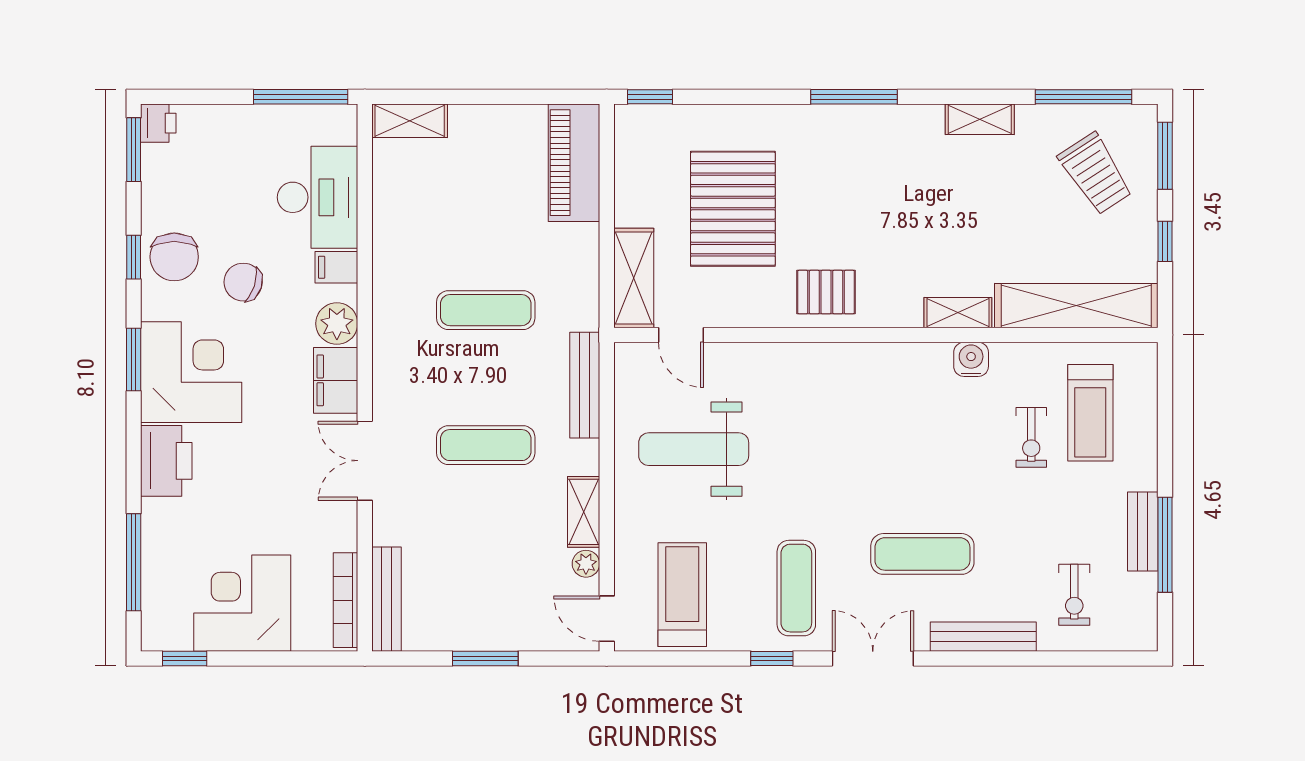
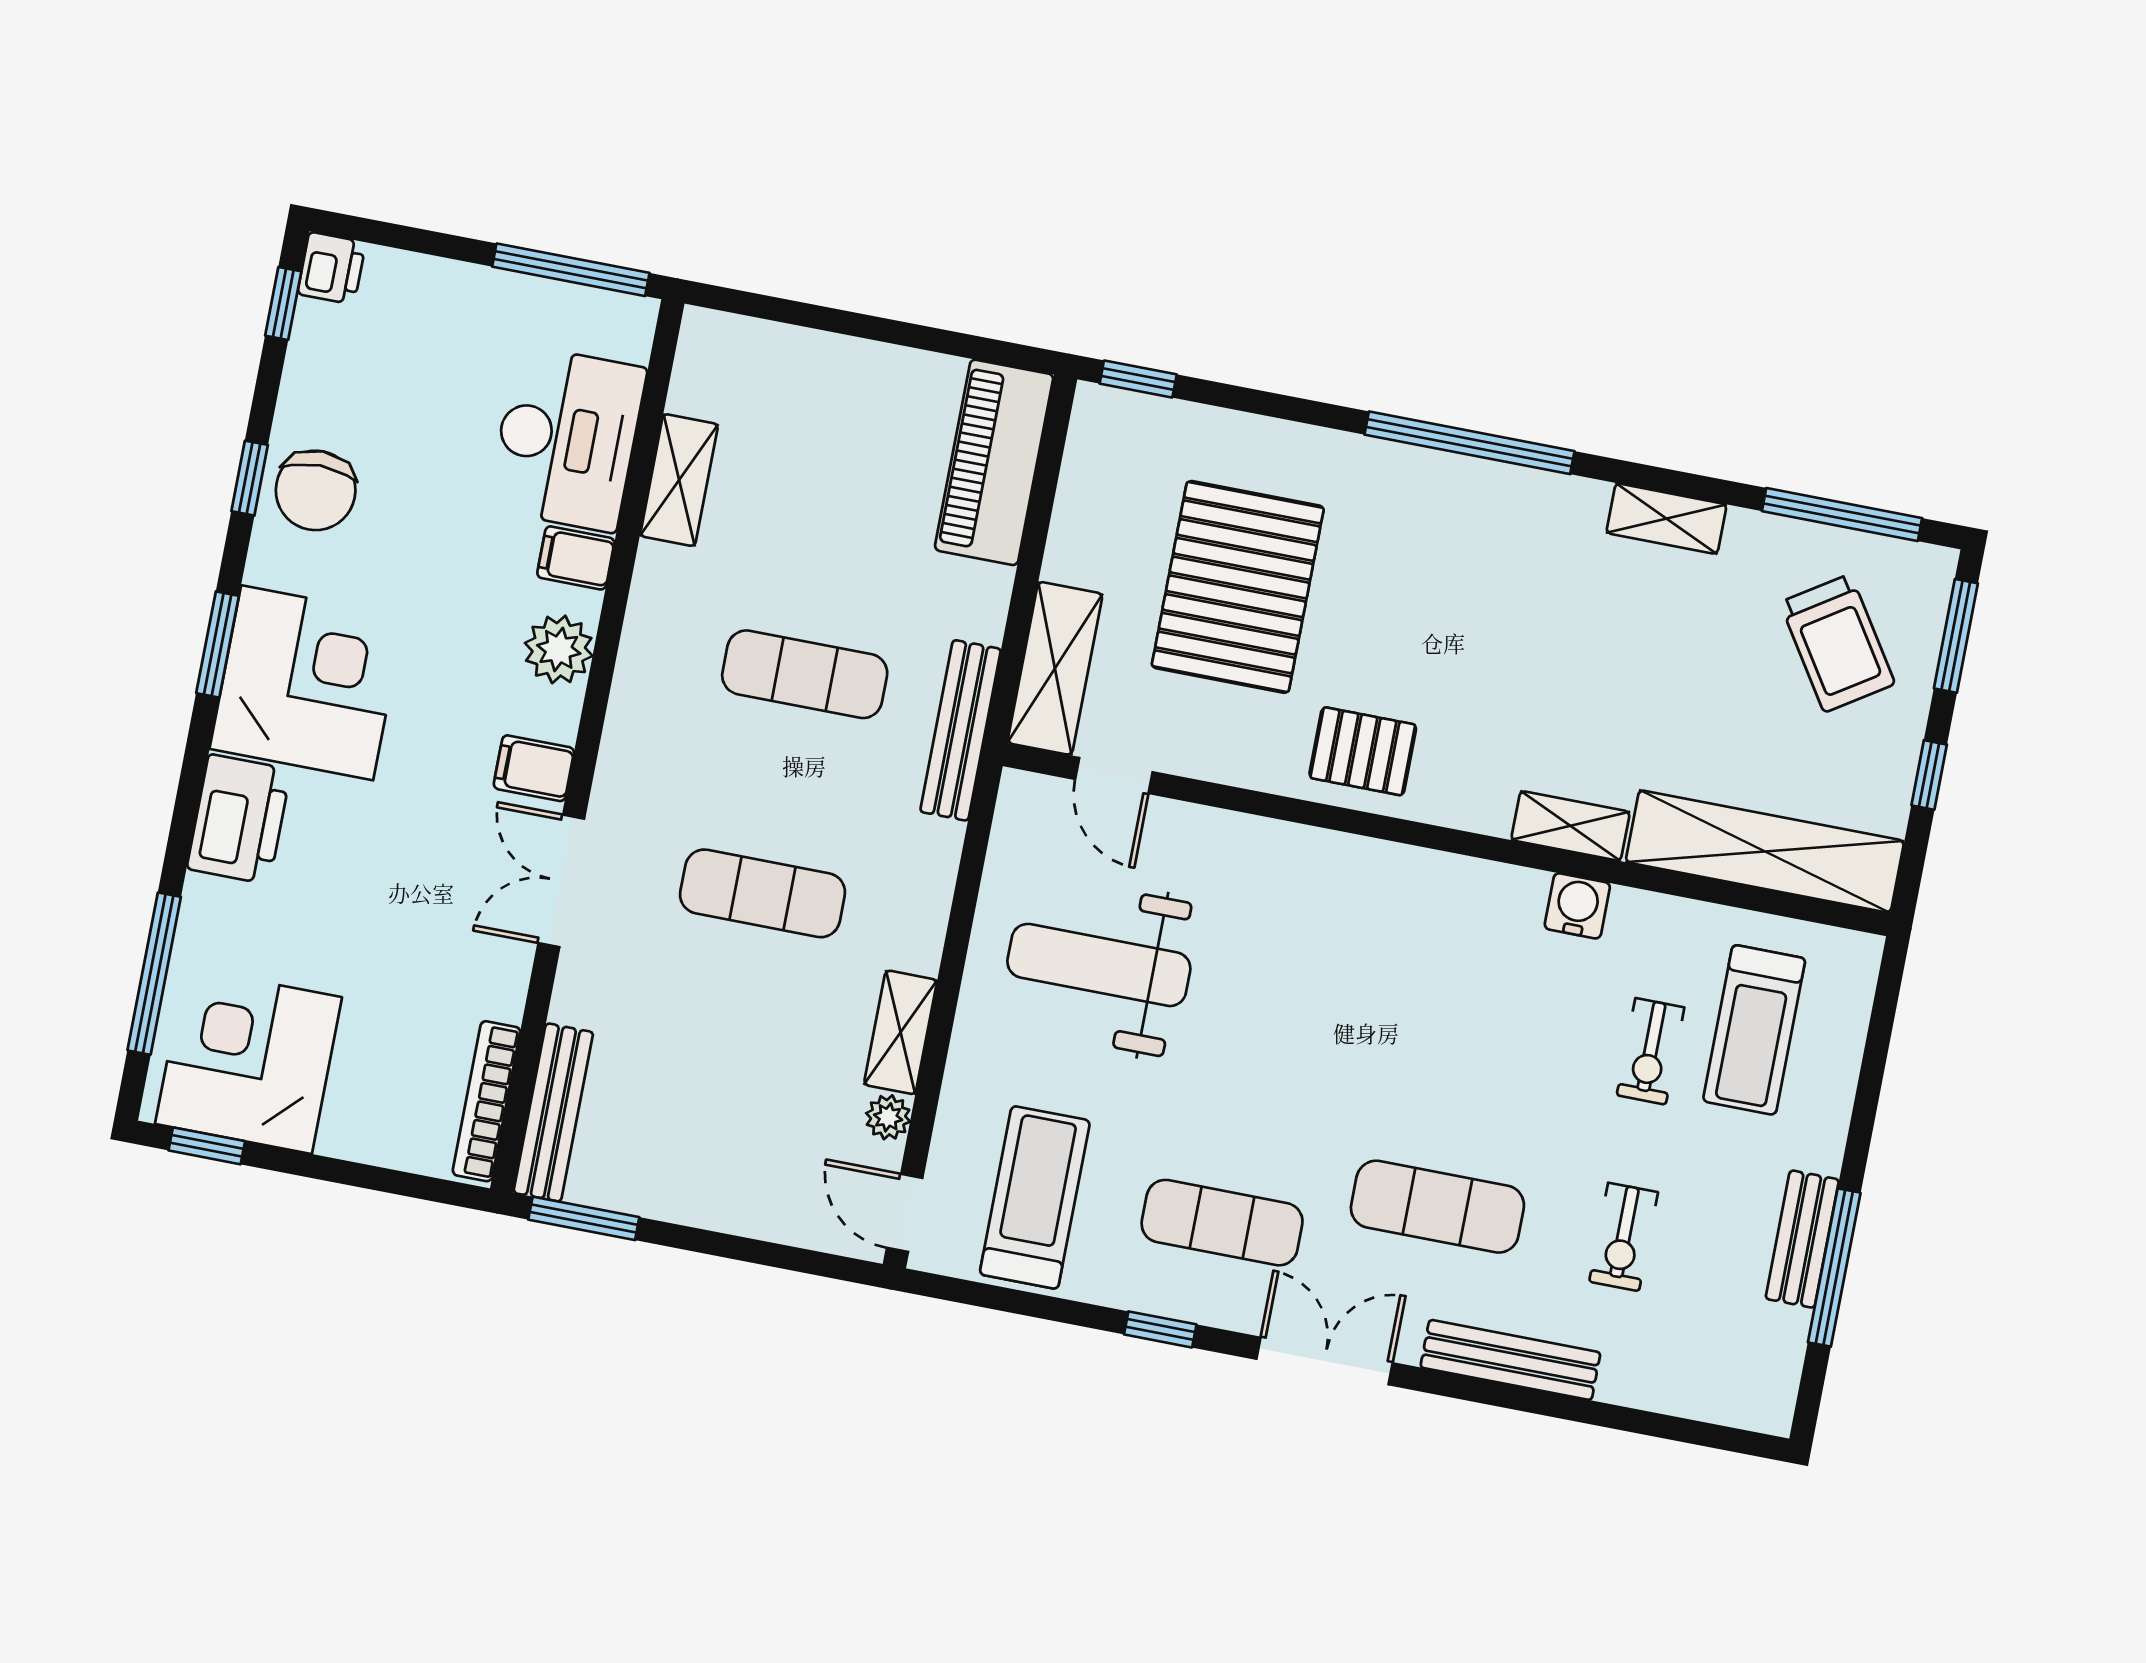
window: (854, 97) -> (1469, 443), width x1.46
shelving: (410, 121) -> (679, 480), moved, turned 90
window: (134, 150) -> (283, 303), width x0.67
chair: (243, 282) -> (420, 553), removed
filing cabinet: (336, 380) -> (534, 768), width x0.50
bench: (585, 385) -> (961, 730), moved
exercise mat: (796, 588) -> (1222, 1223), turned 90
exercise bike: (1074, 595) -> (1624, 1237), moved
corner desk: (242, 603) -> (249, 1060), moved
window: (485, 659) -> (584, 1218), moved

